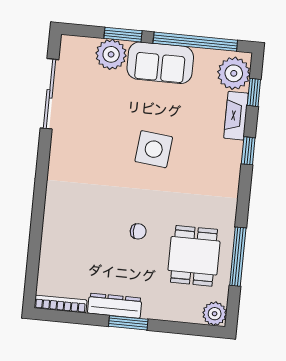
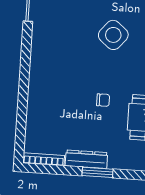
side table: (154, 149) -> (113, 35), turned 34

